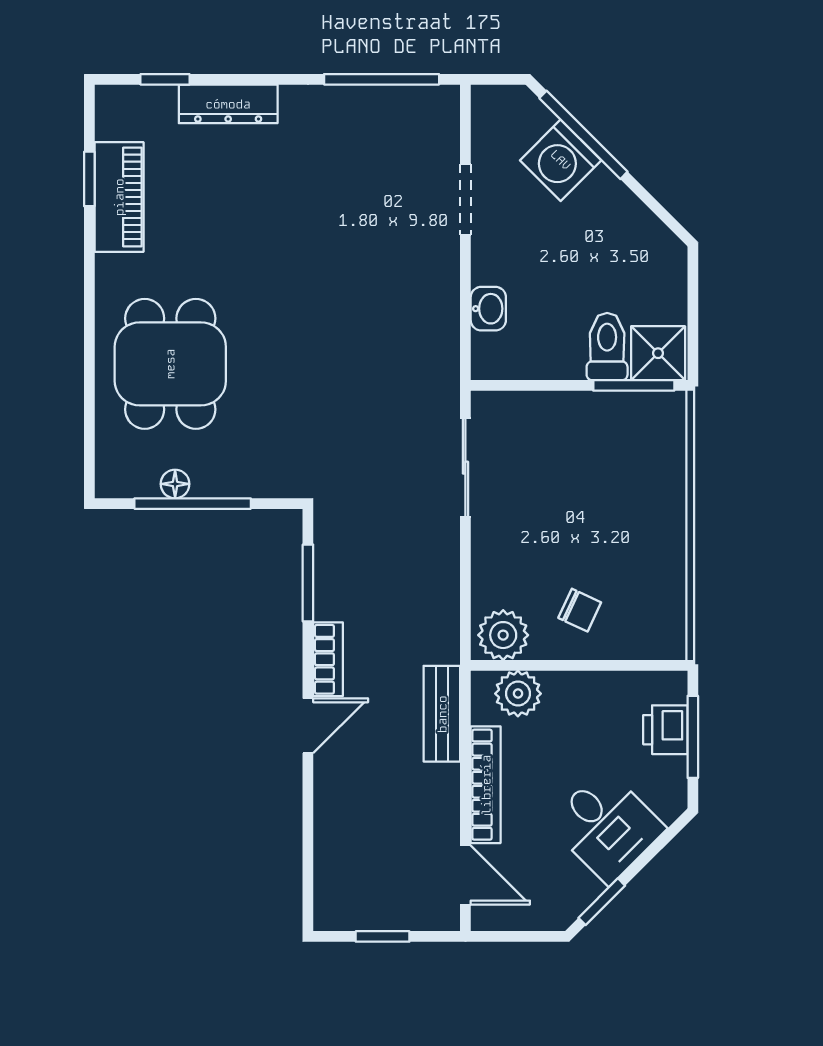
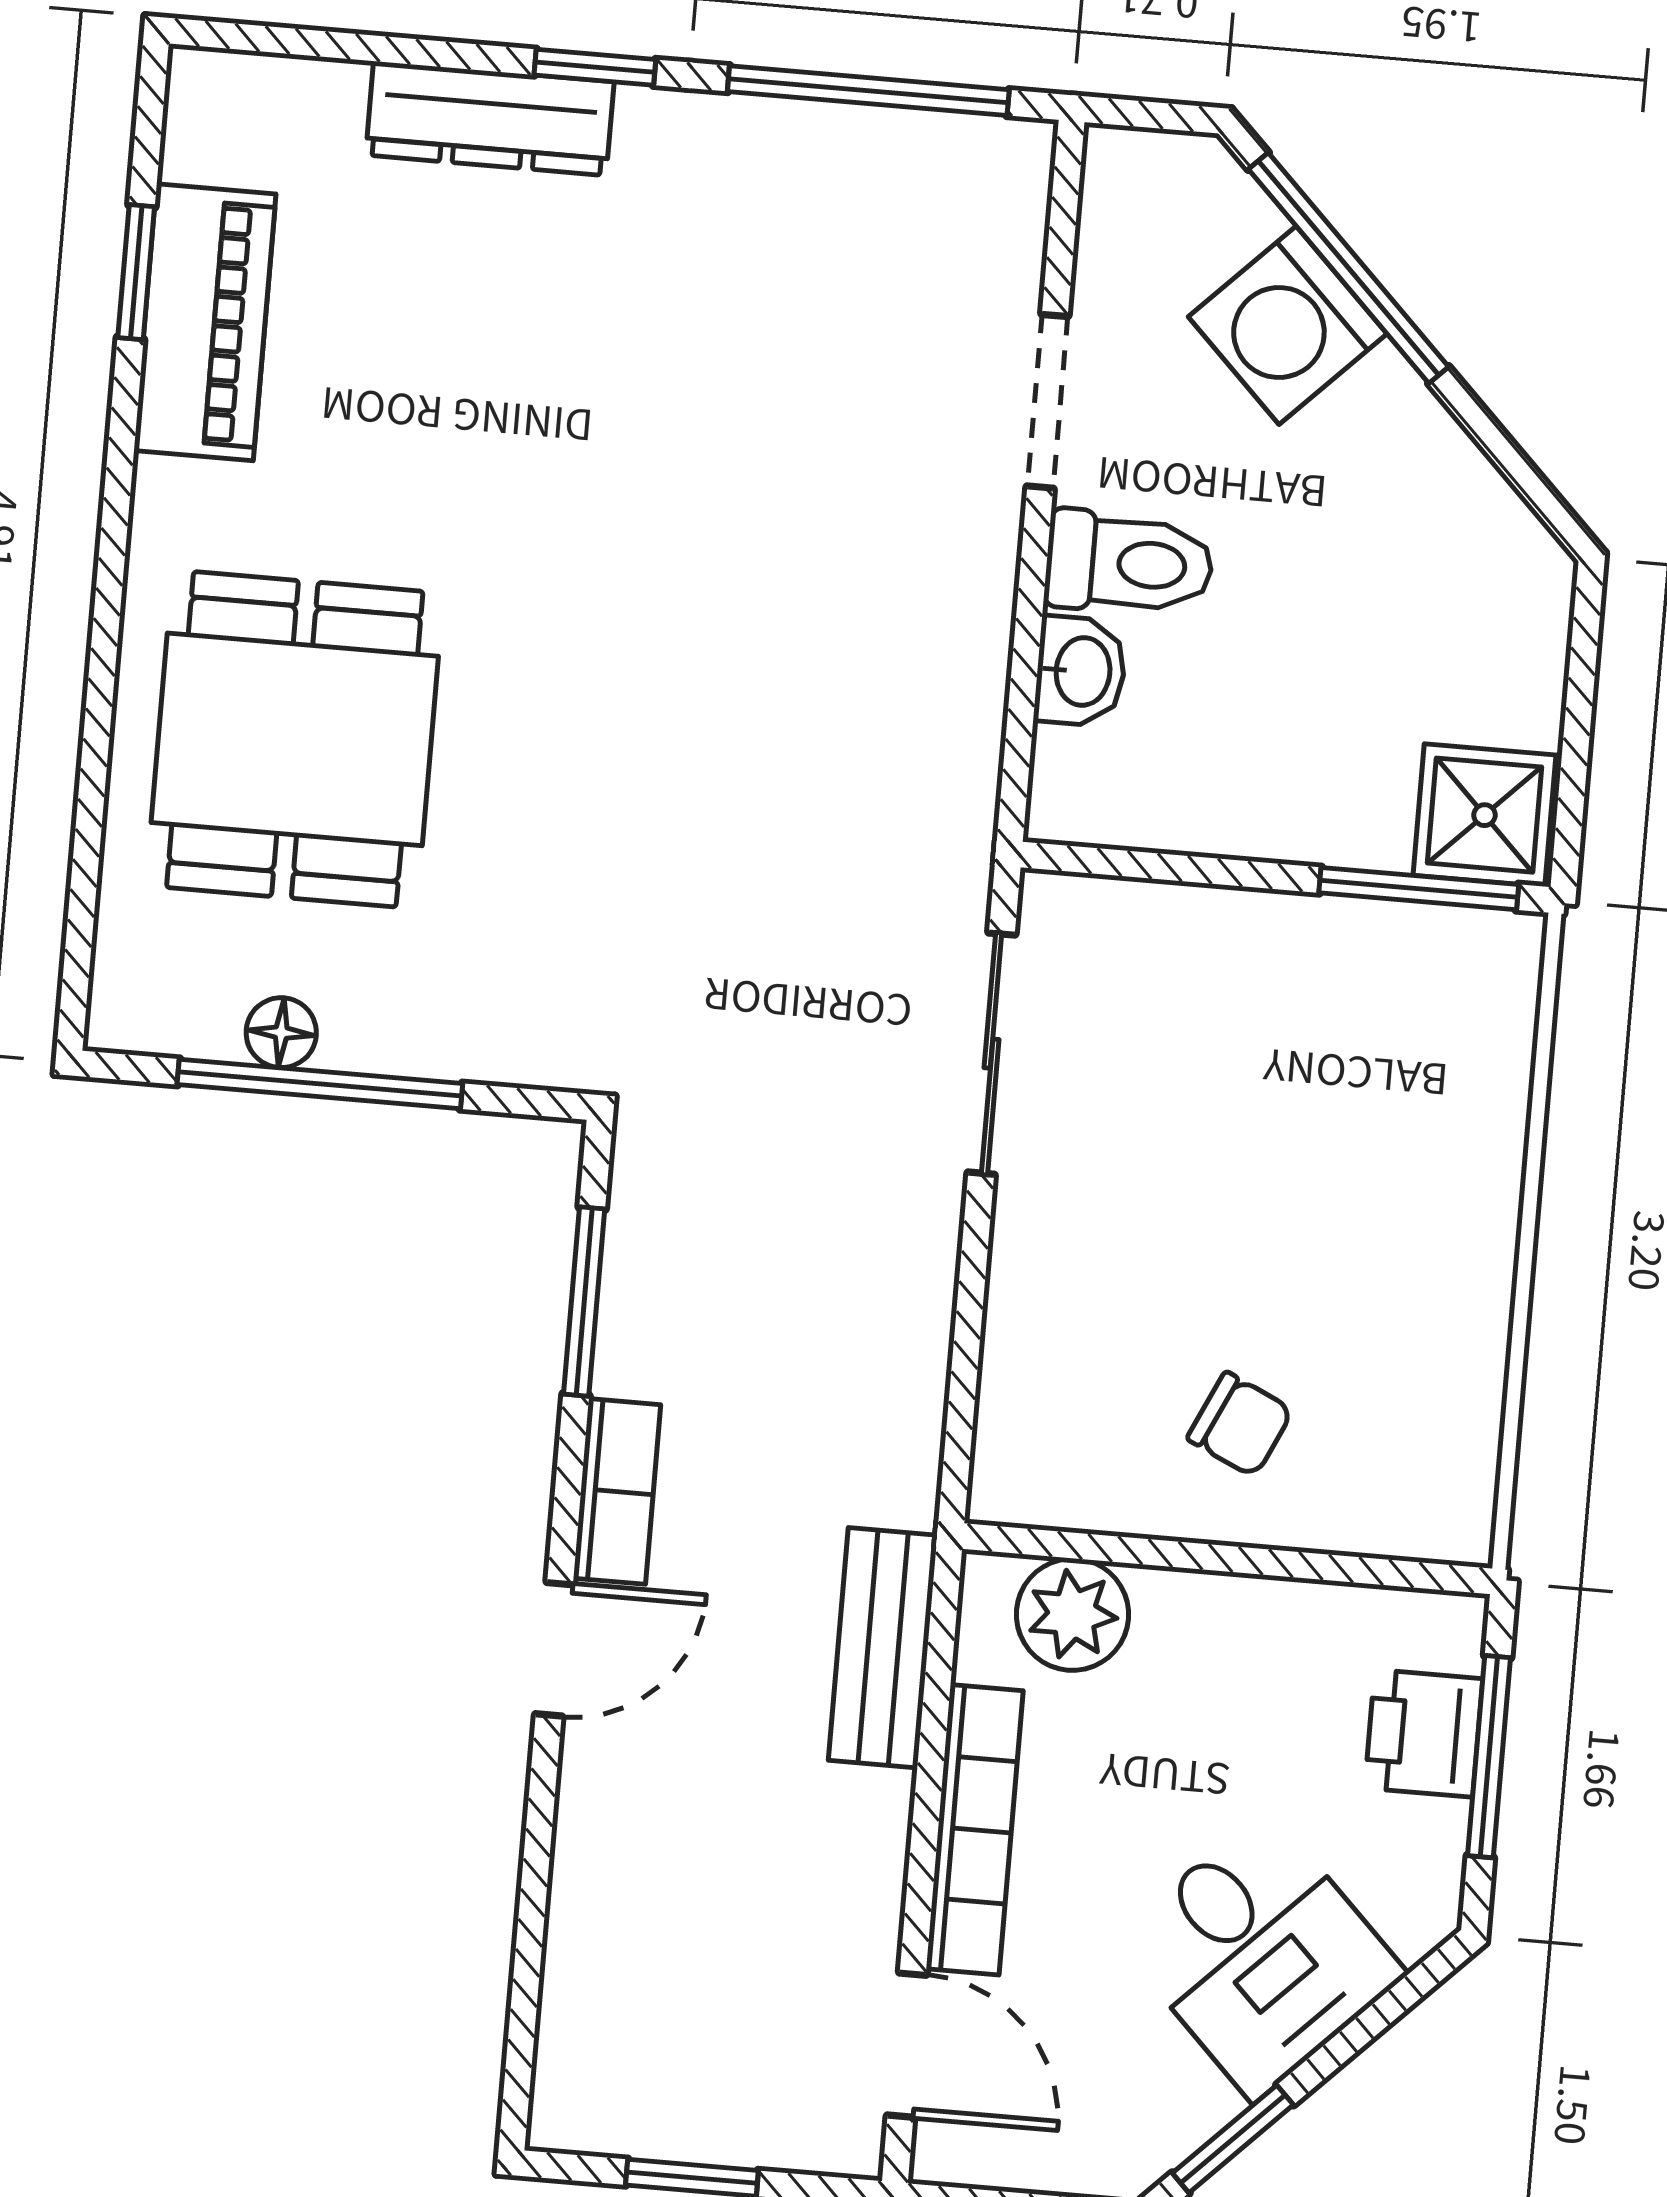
window: (165, 79) -> (595, 67), moved
toilet: (607, 347) -> (1129, 563), moved, turned 90
plant: (503, 635) -> (1049, 1469), removed

